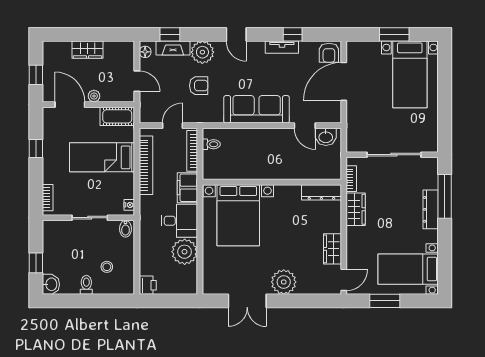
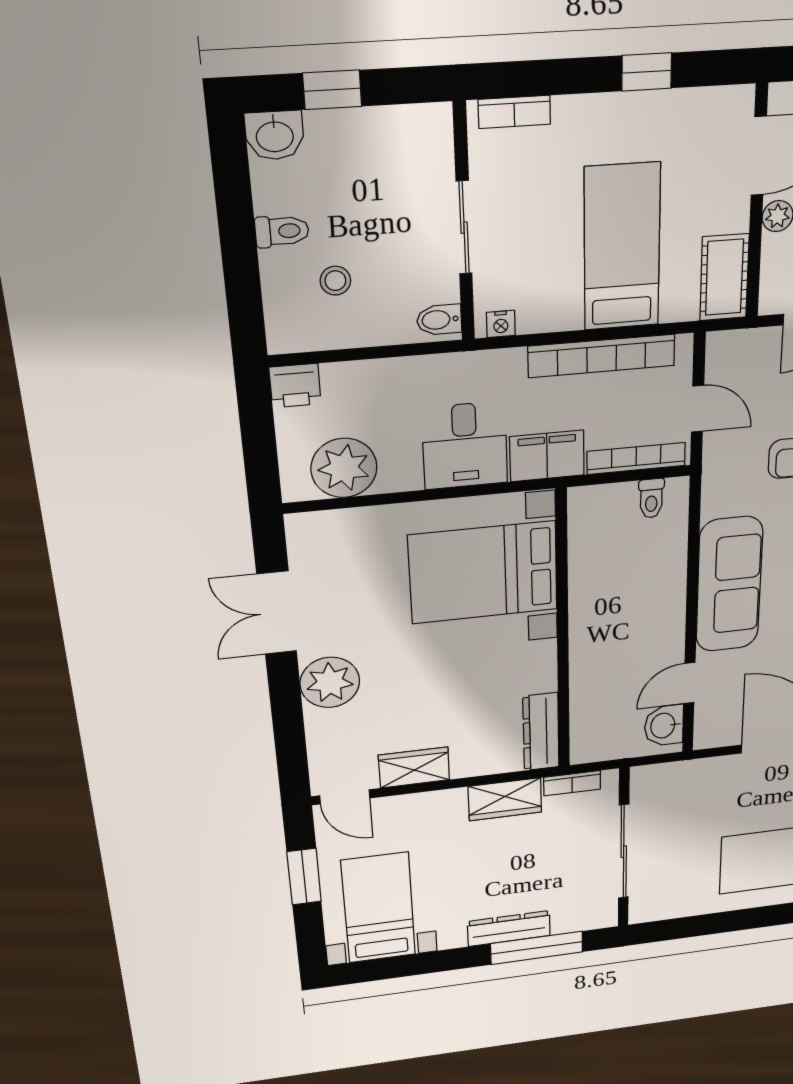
plant: (185, 252) -> (344, 468), moved

